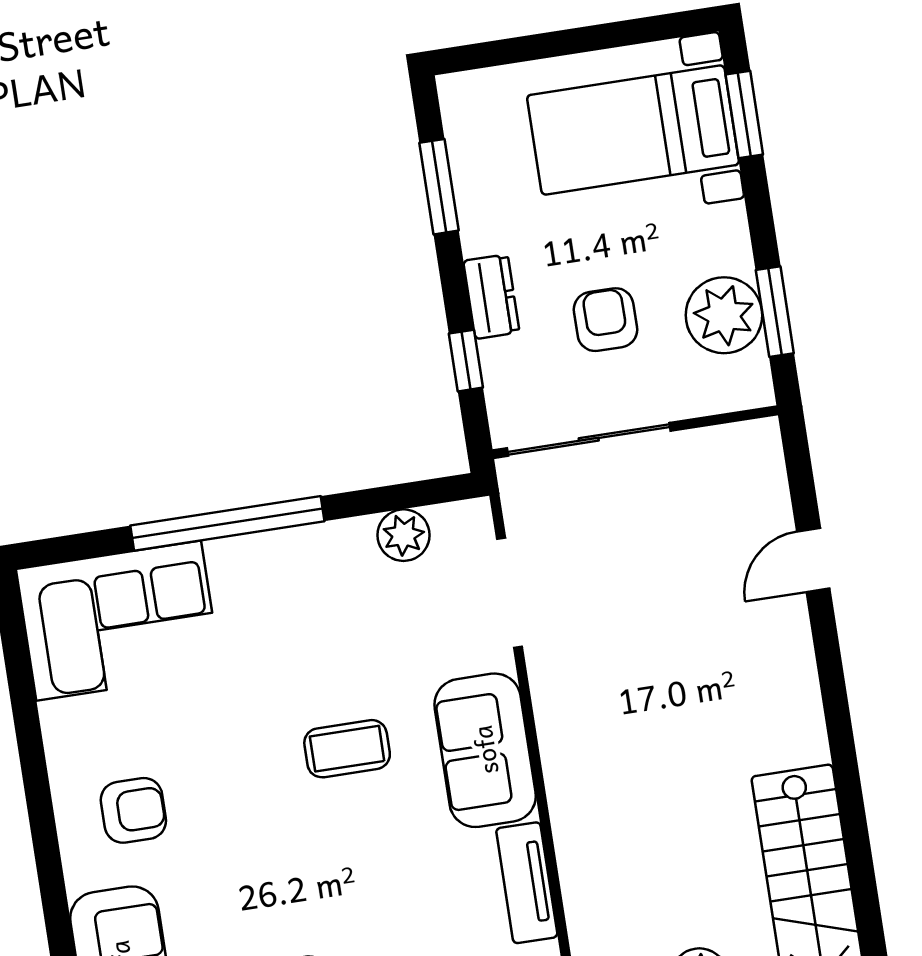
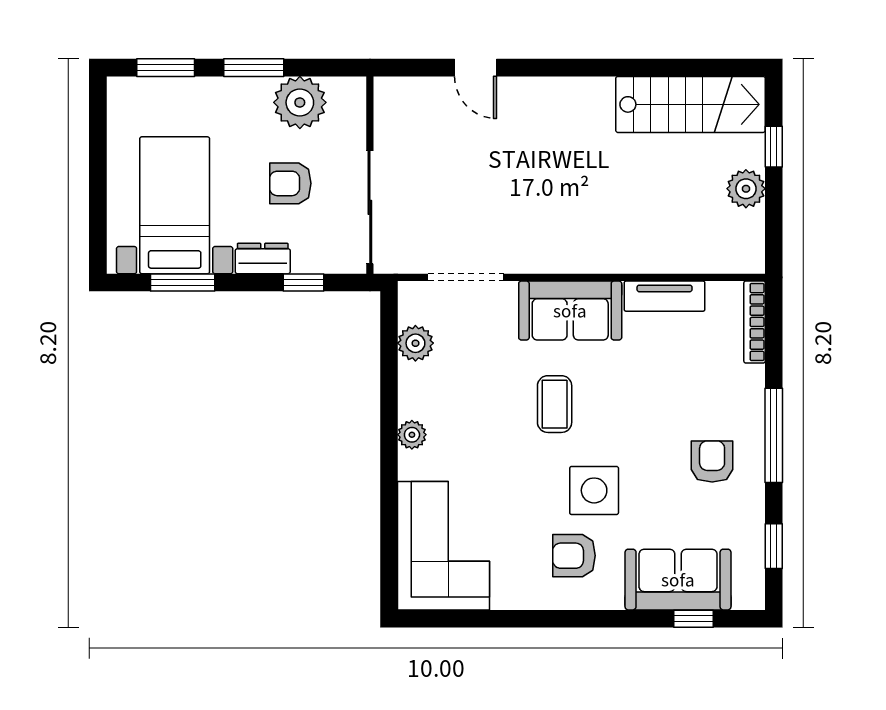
bed with nightstands: (633, 130) -> (175, 205), moved, turned 180
window: (775, 312) -> (254, 68), moved
window: (227, 523) -> (389, 462), removed
plant: (271, 550) -> (412, 435), added
armchair: (133, 810) -> (574, 556), turned -90
side table: (232, 825) -> (594, 490), added

